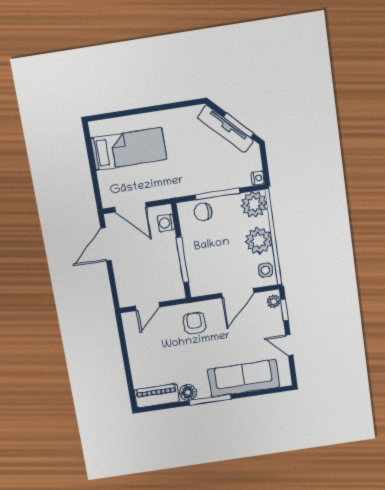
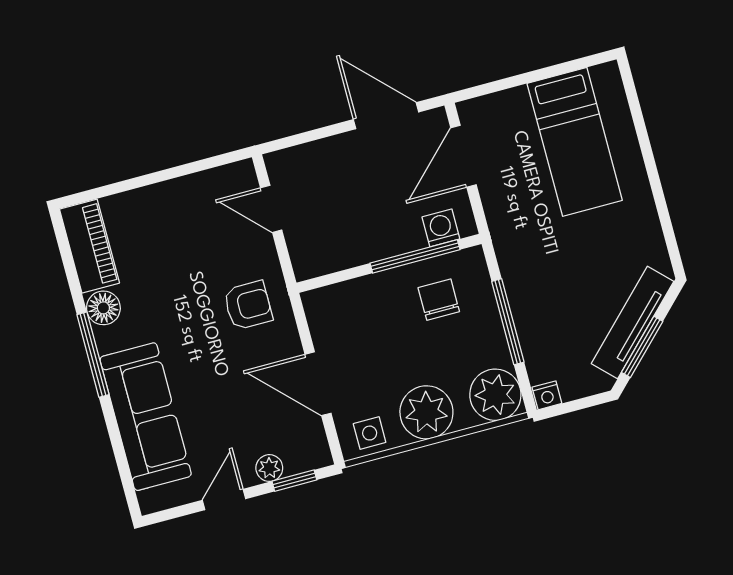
chair: (203, 212) -> (439, 300), moved
window: (182, 260) -> (415, 256), moved
plant: (274, 301) -> (269, 468), moved

